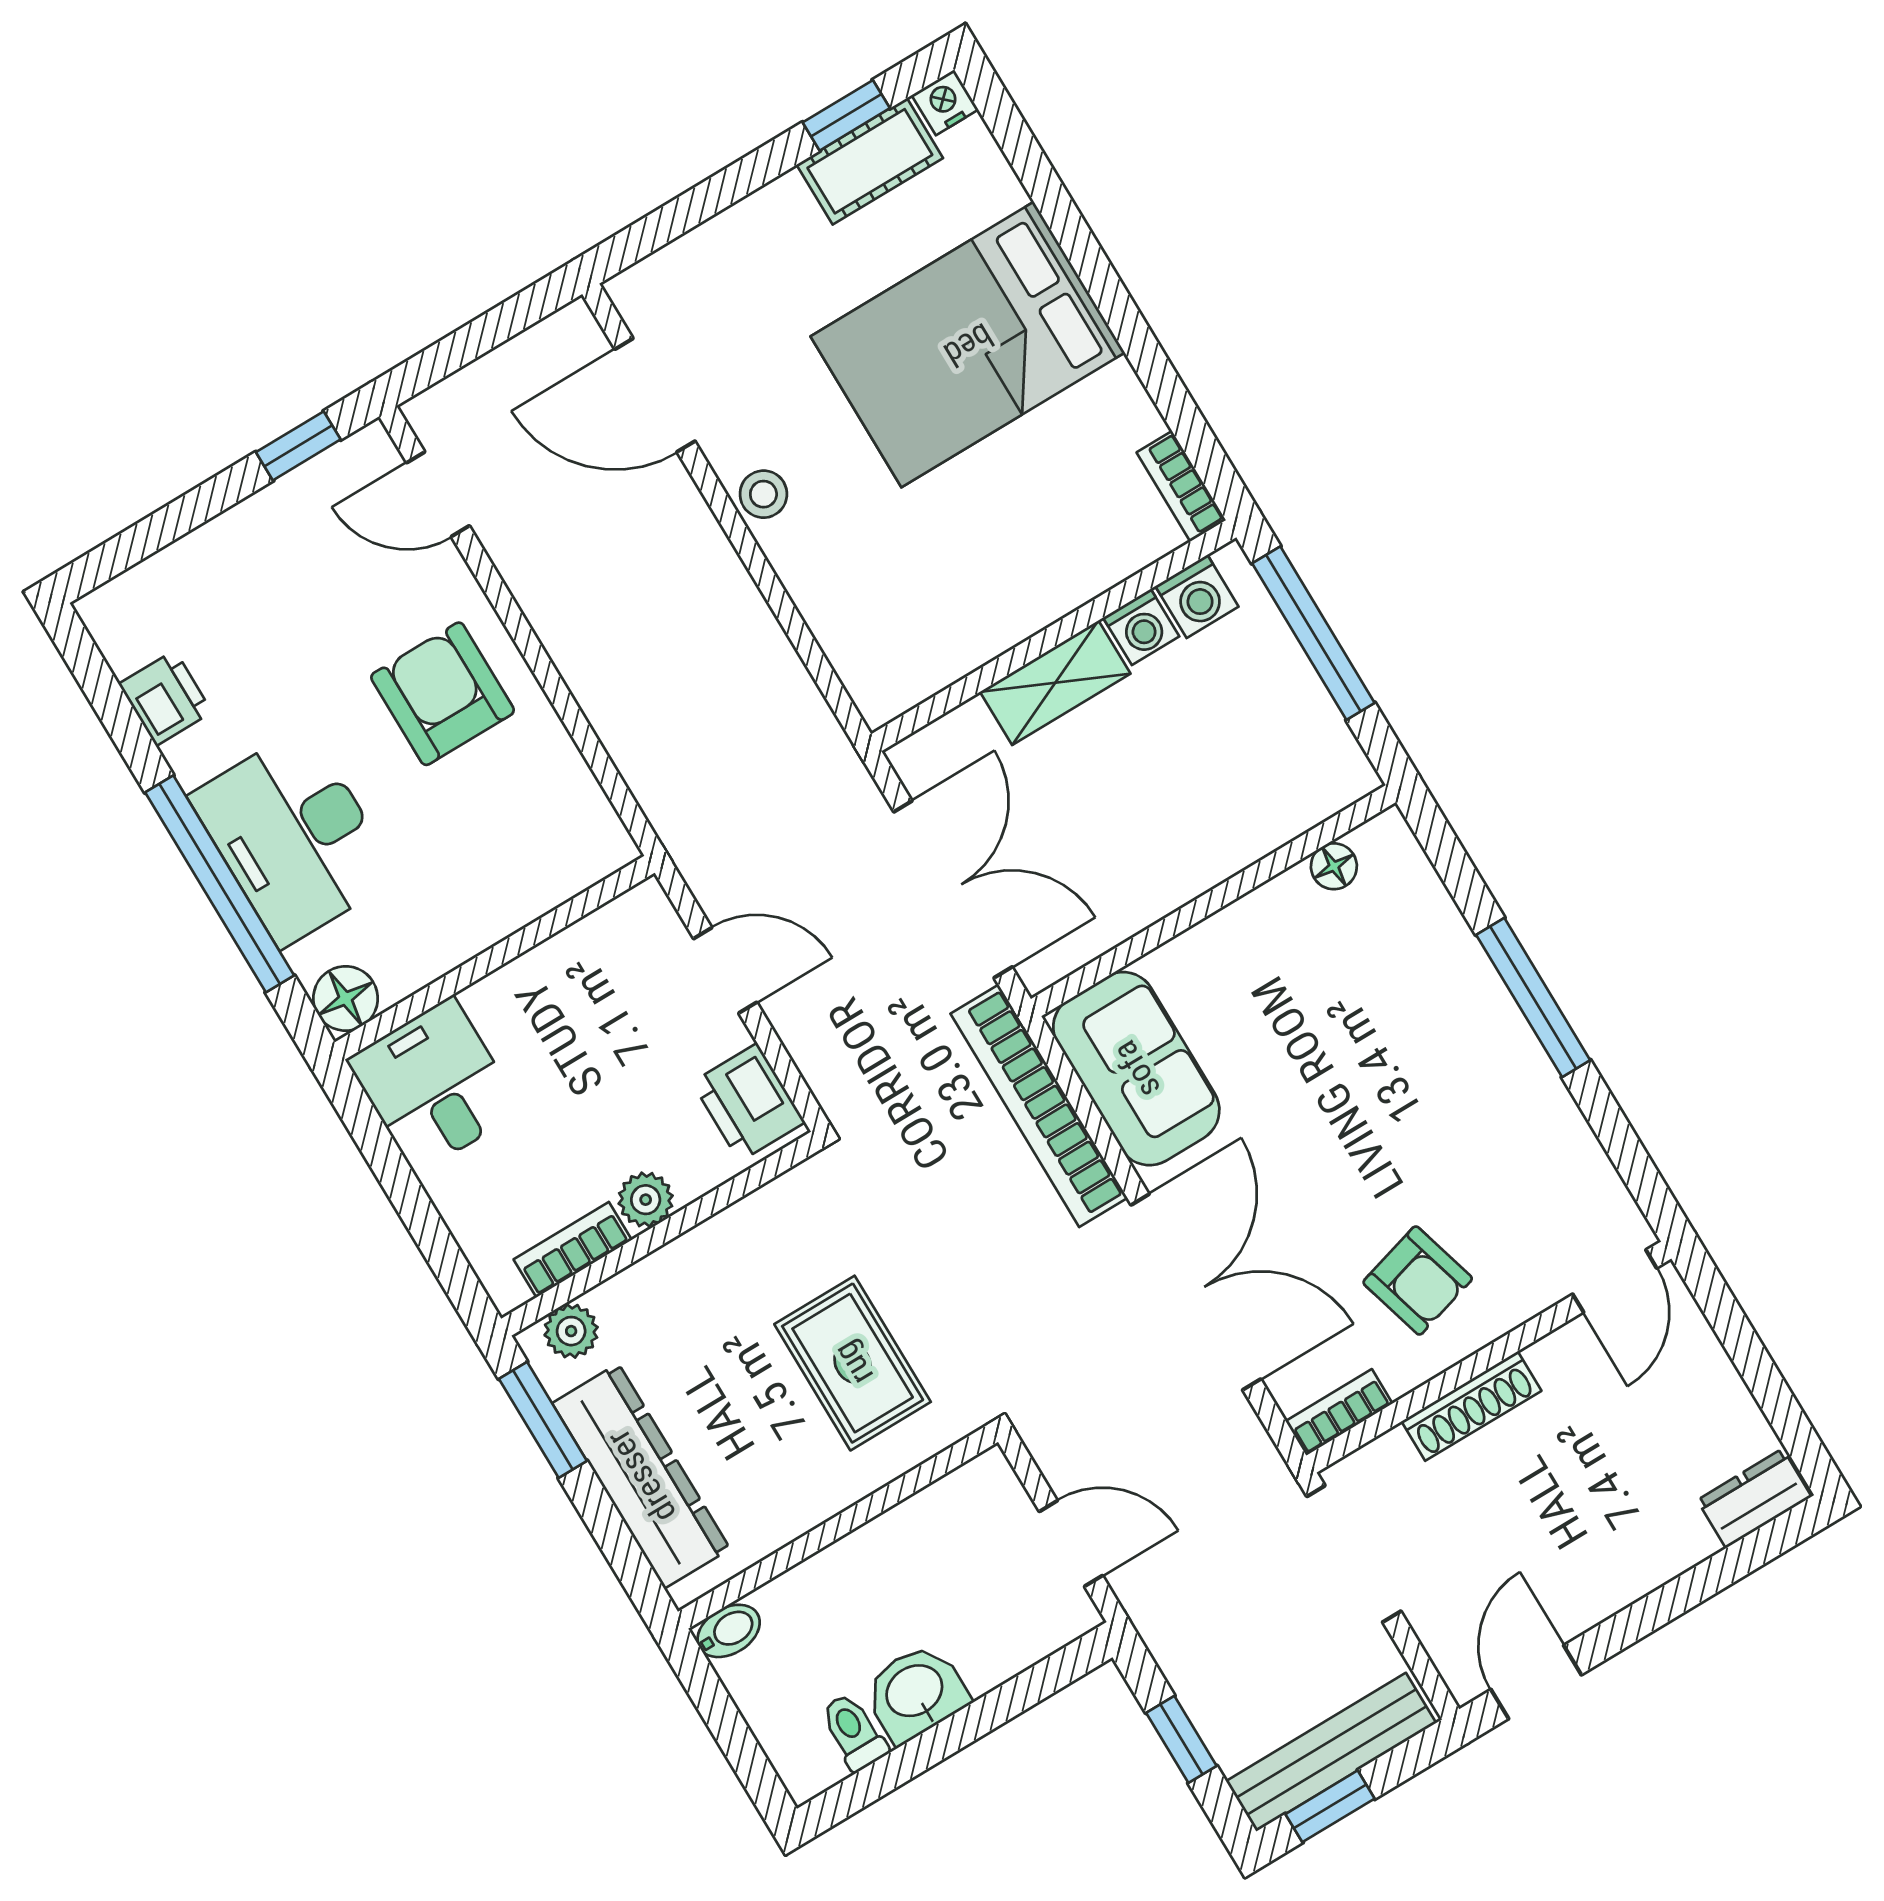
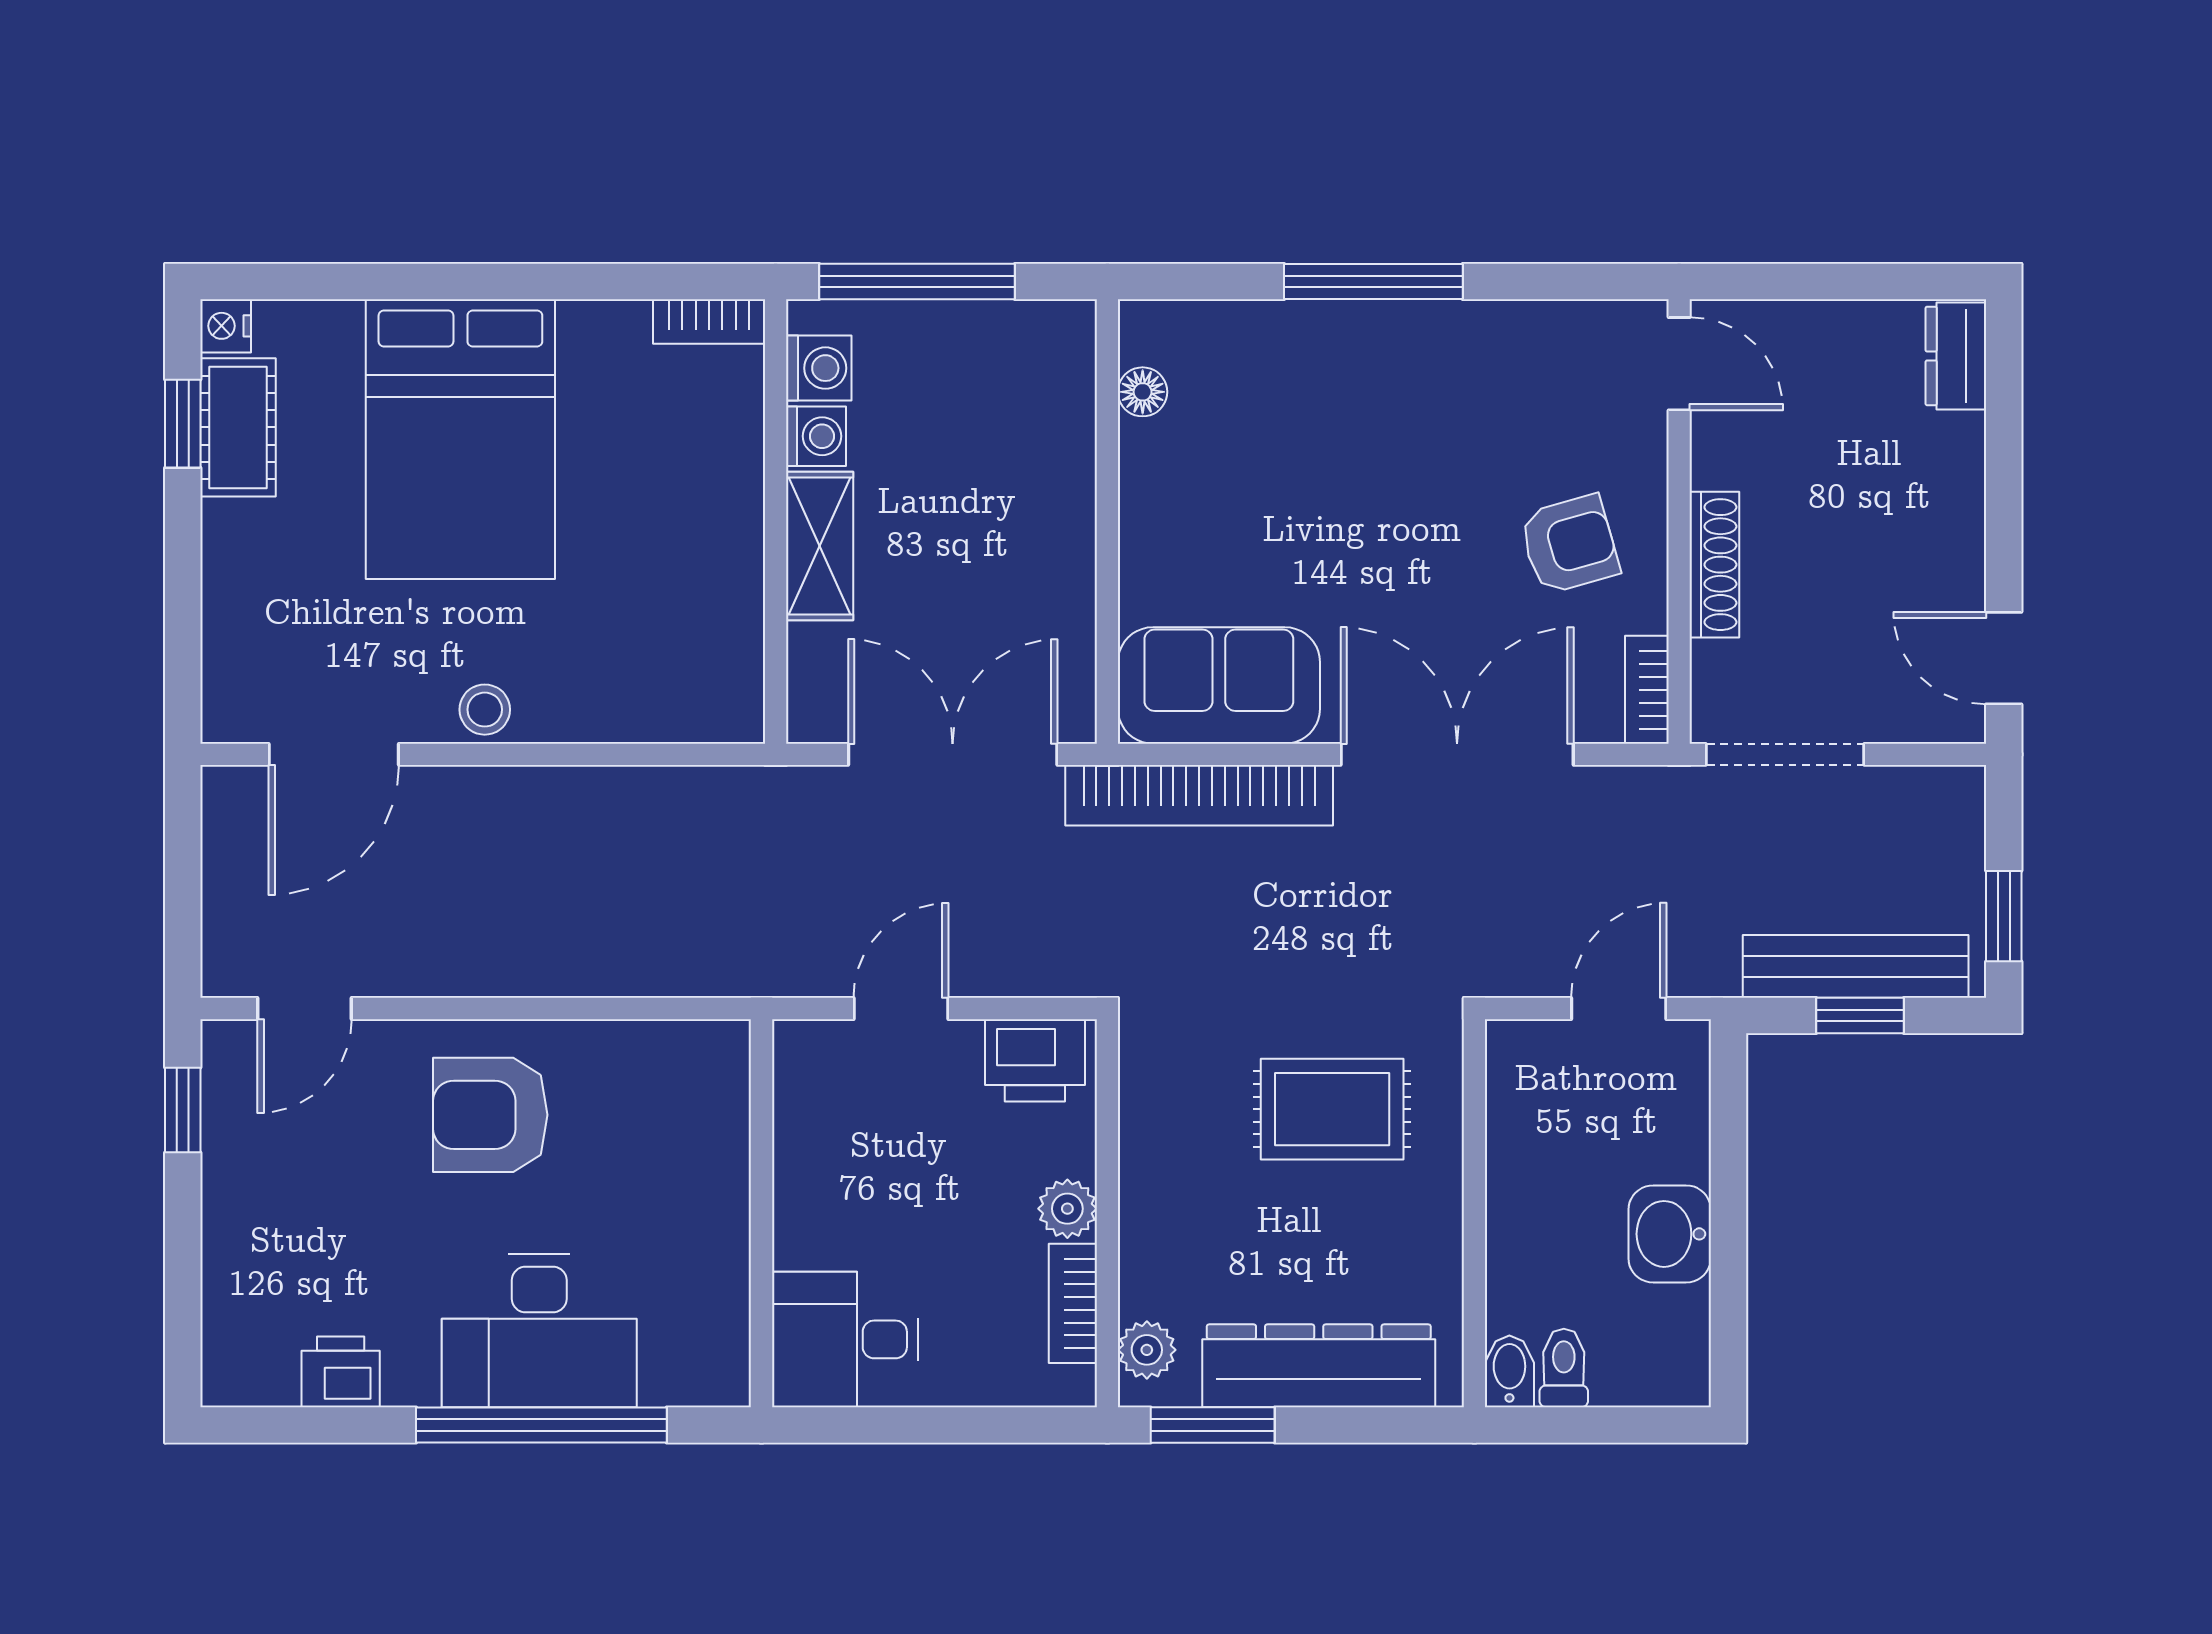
floor lamp: (346, 998) -> (716, 1373), removed
toilet: (854, 1732) -> (1564, 1368), moved, turned 90
bench: (1331, 1752) -> (1856, 966), moved, turned 90

